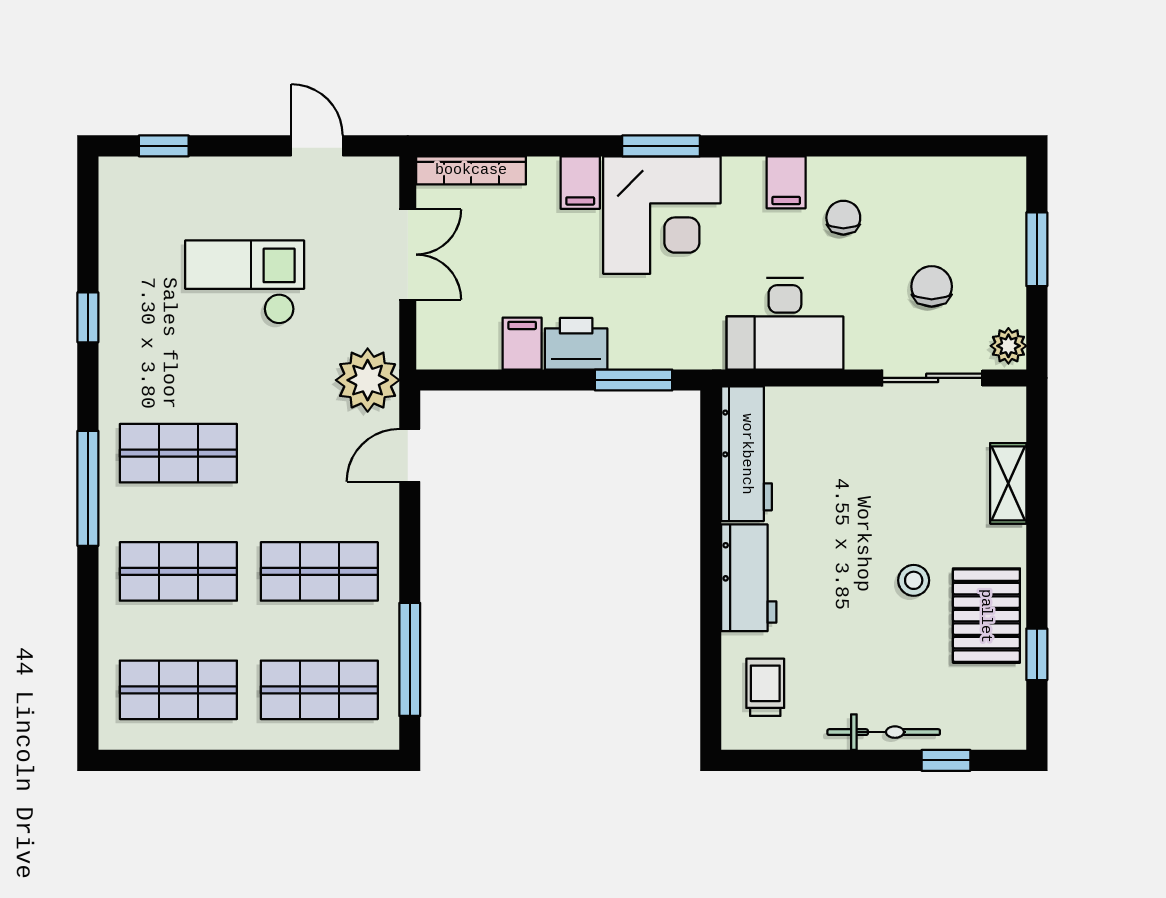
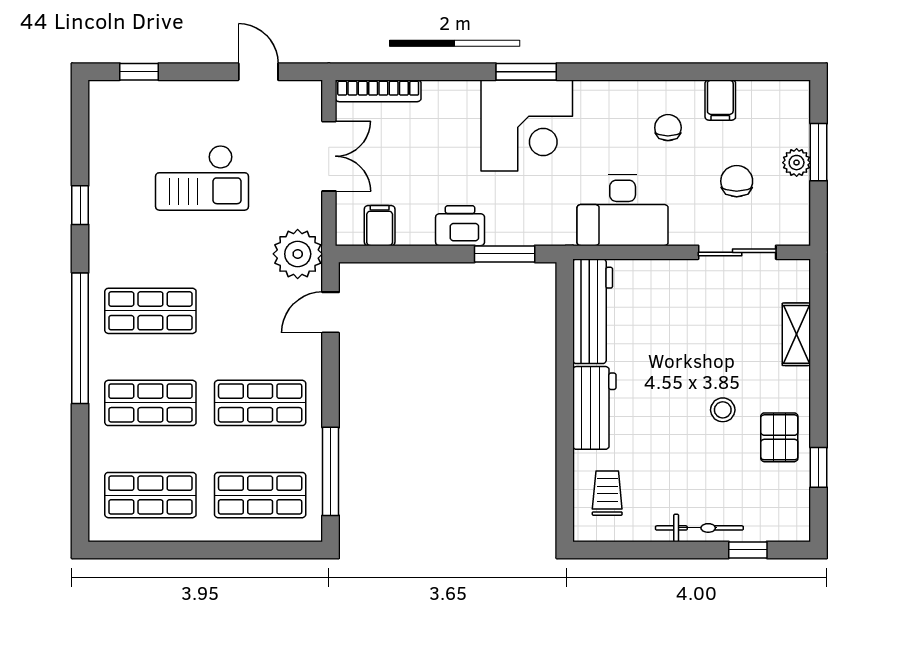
filing cabinet: (786, 182) -> (720, 100), moved
filing cabinet: (580, 183) -> (463, 100), removed
checkout: (245, 282) -> (202, 178), turned 180
filing cabinet: (522, 344) -> (380, 226), moved
plant: (1008, 346) -> (797, 163), moved
window: (88, 488) -> (80, 338), width x1.46
pallet: (986, 616) -> (779, 437), width x0.67, depth x0.71

